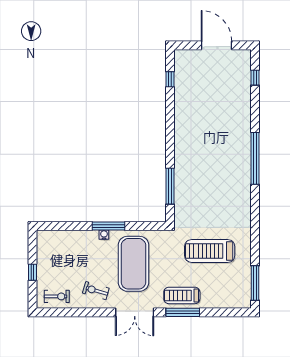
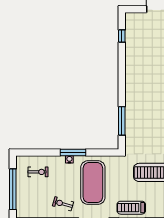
window: (33, 272) -> (13, 189), width x3.17
exercise bike: (57, 296) -> (38, 172), moved

